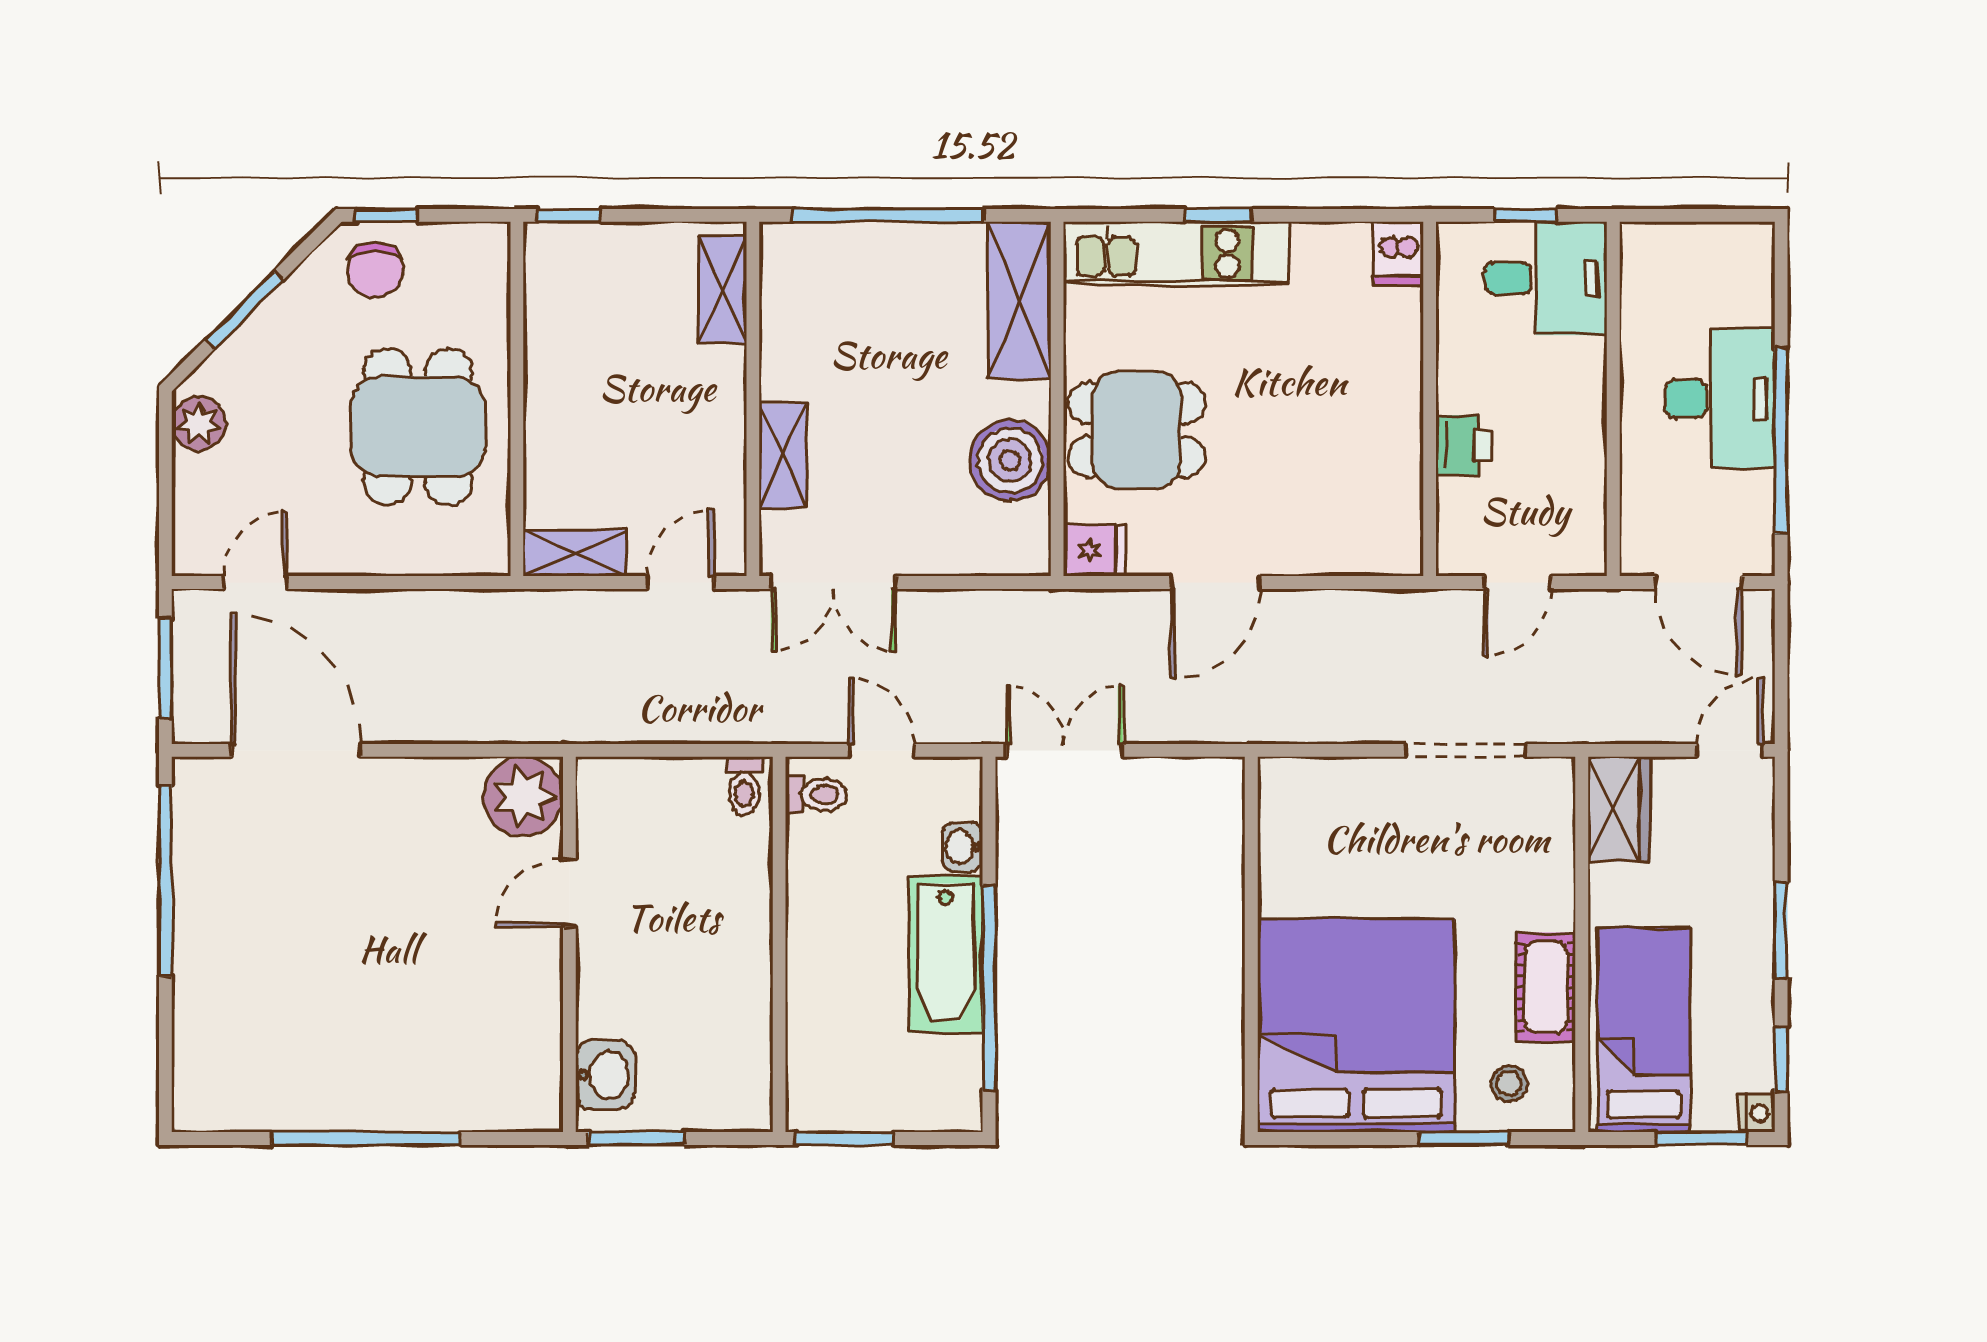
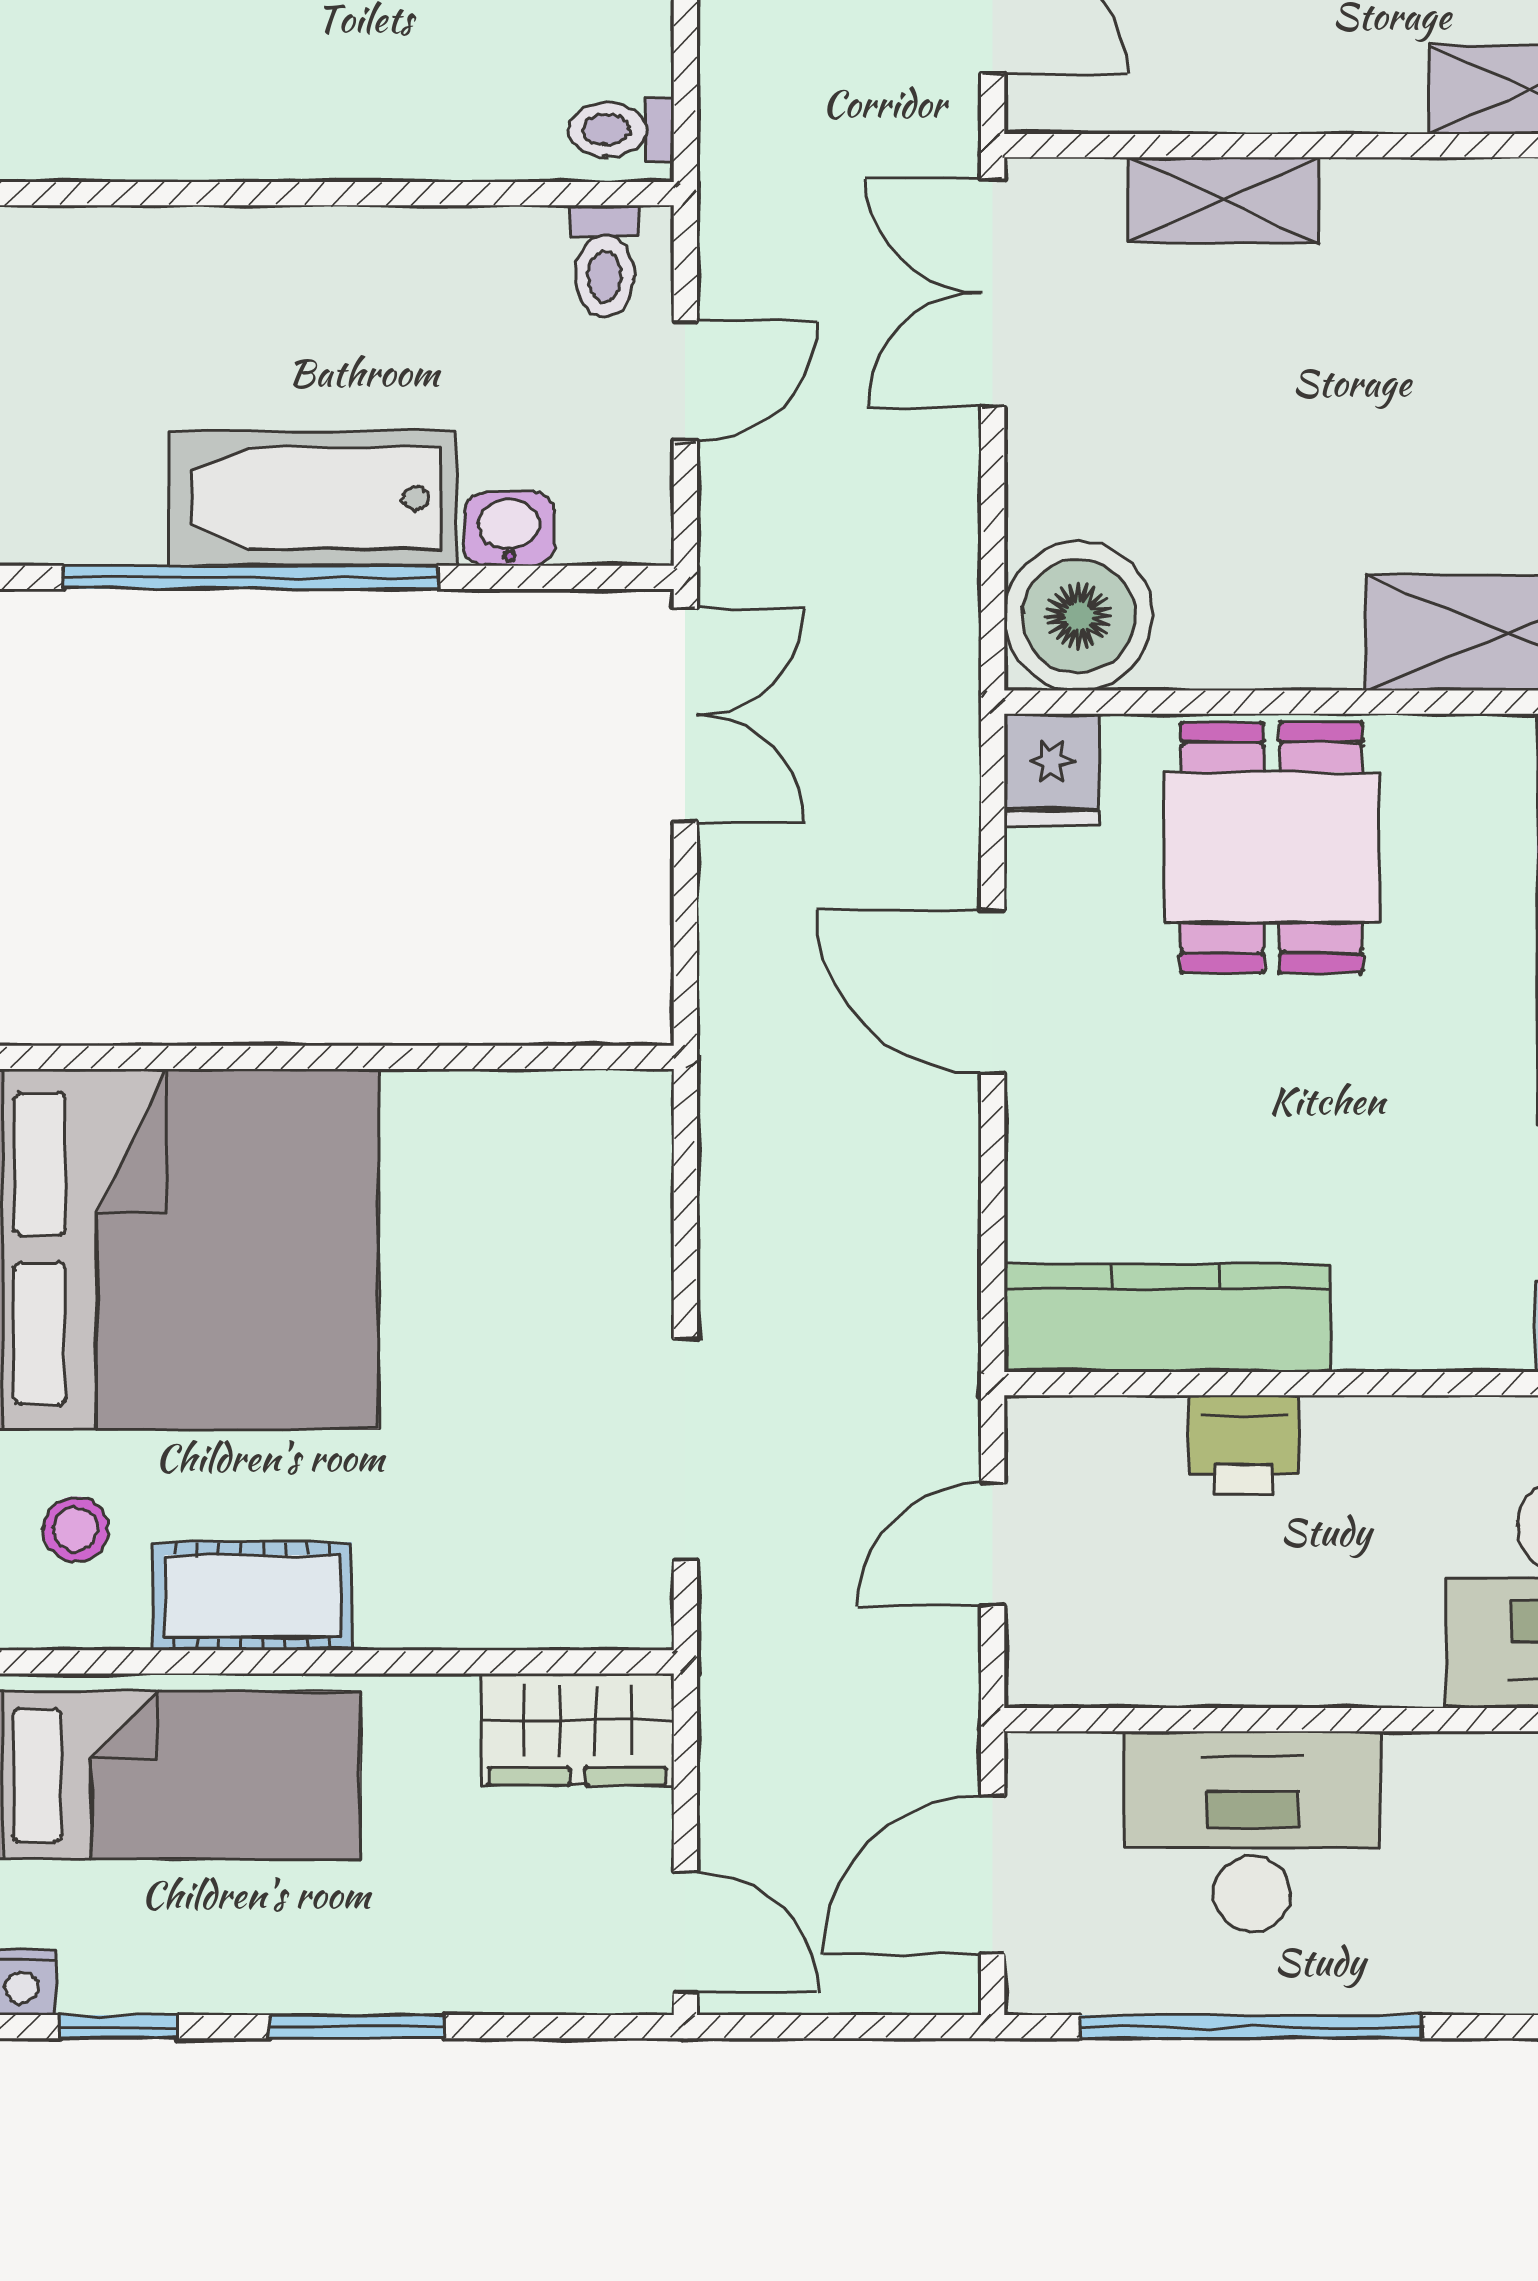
desk: (1720, 399) -> (1252, 1832), moved, turned 180
boiler: (1010, 460) -> (1079, 616), moved
kitchen counter: (1394, 487) -> (1167, 1318), added
door: (1517, 582) -> (993, 1544), hinge flipped

